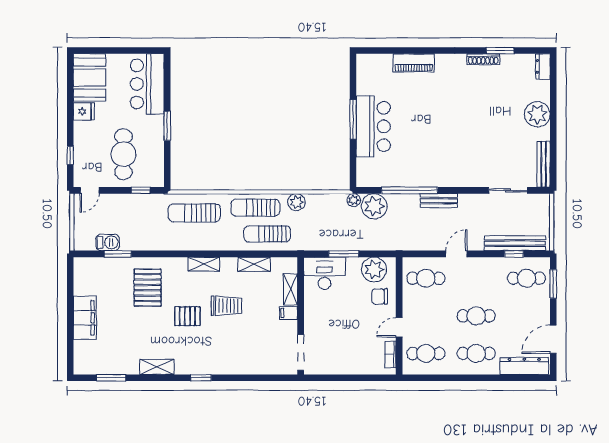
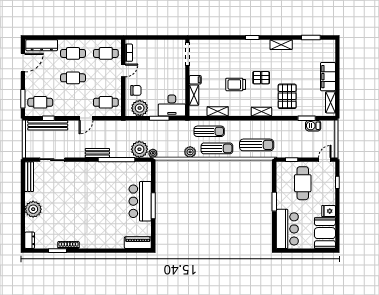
piano: (414, 63) -> (138, 243), moved
shelving: (204, 264) -> (261, 112), moved
shelving: (81, 278) -> (331, 102), added

